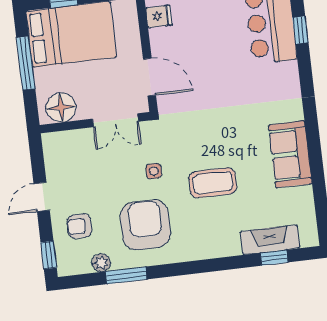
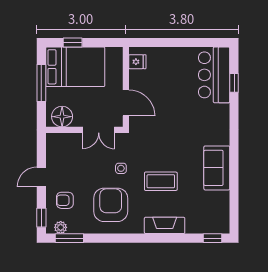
fireplace: (270, 240) -> (165, 225), moved
window: (274, 258) -> (213, 238), moved
plant: (101, 263) -> (61, 227), moved
window: (126, 275) -> (69, 238), moved

